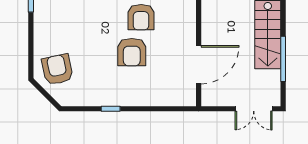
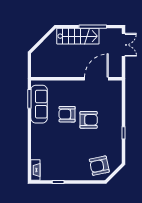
armchair: (141, 17) -> (67, 114), turned 180
door: (199, 65) -> (96, 79), hinge flipped

